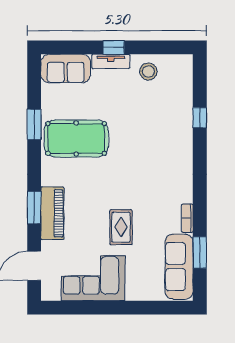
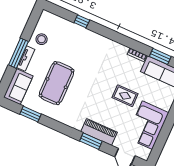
window: (114, 47) -> (18, 53), width x2.17
window: (34, 124) -> (30, 114), moved
pool table: (76, 138) -> (57, 83), moved

